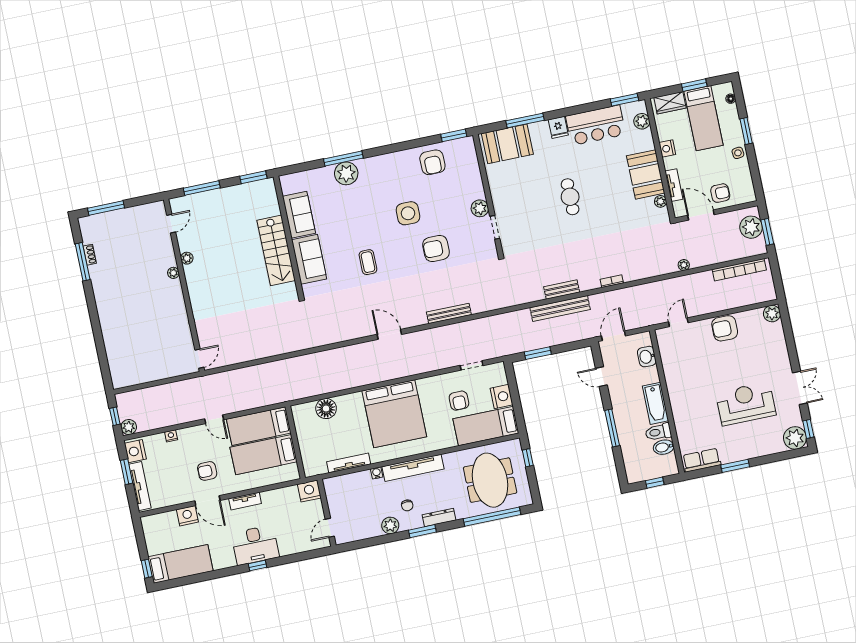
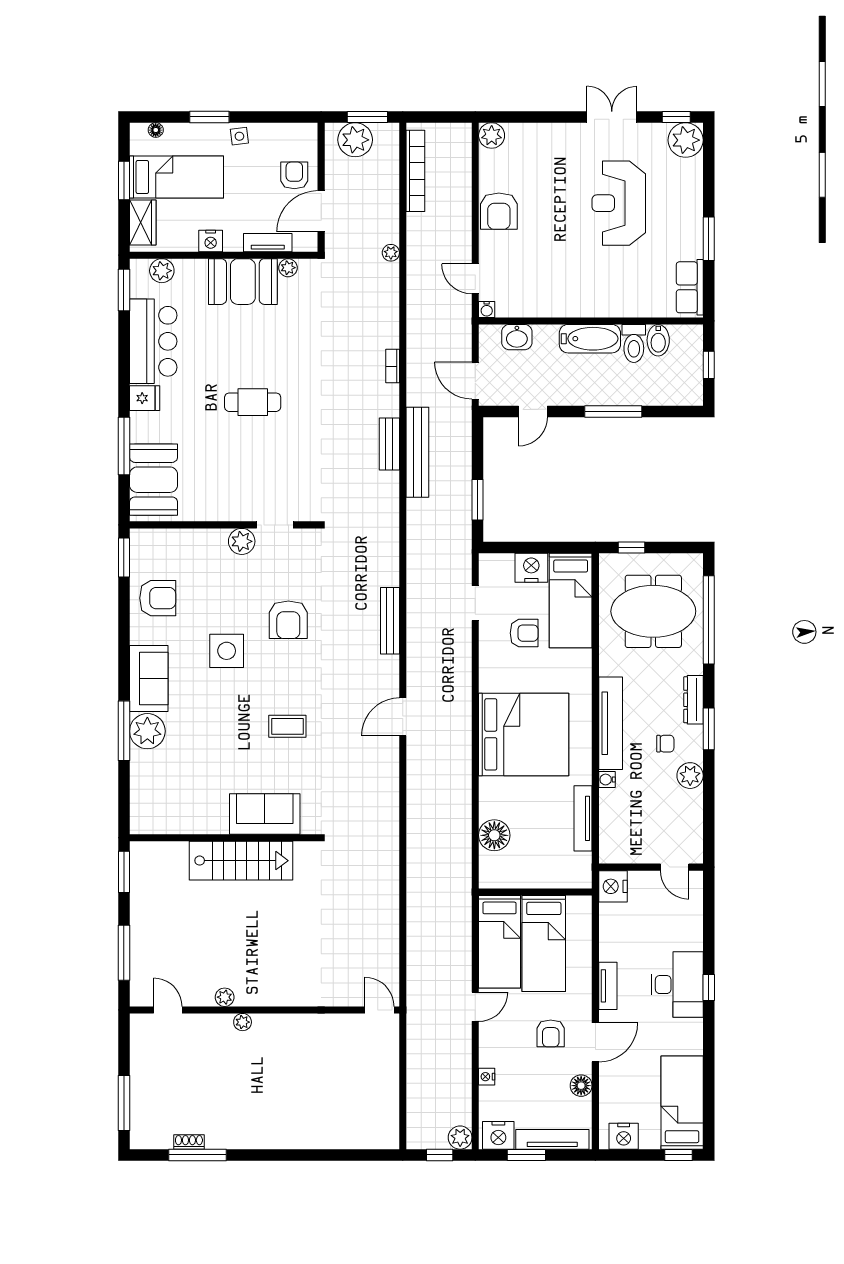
sofa: (299, 215) -> (149, 679), moved, turned 90
water cooler: (660, 334) -> (487, 309), added
floor lamp: (178, 497) -> (581, 1086), added
nightstand: (187, 516) -> (624, 1136), moved, turned -90

